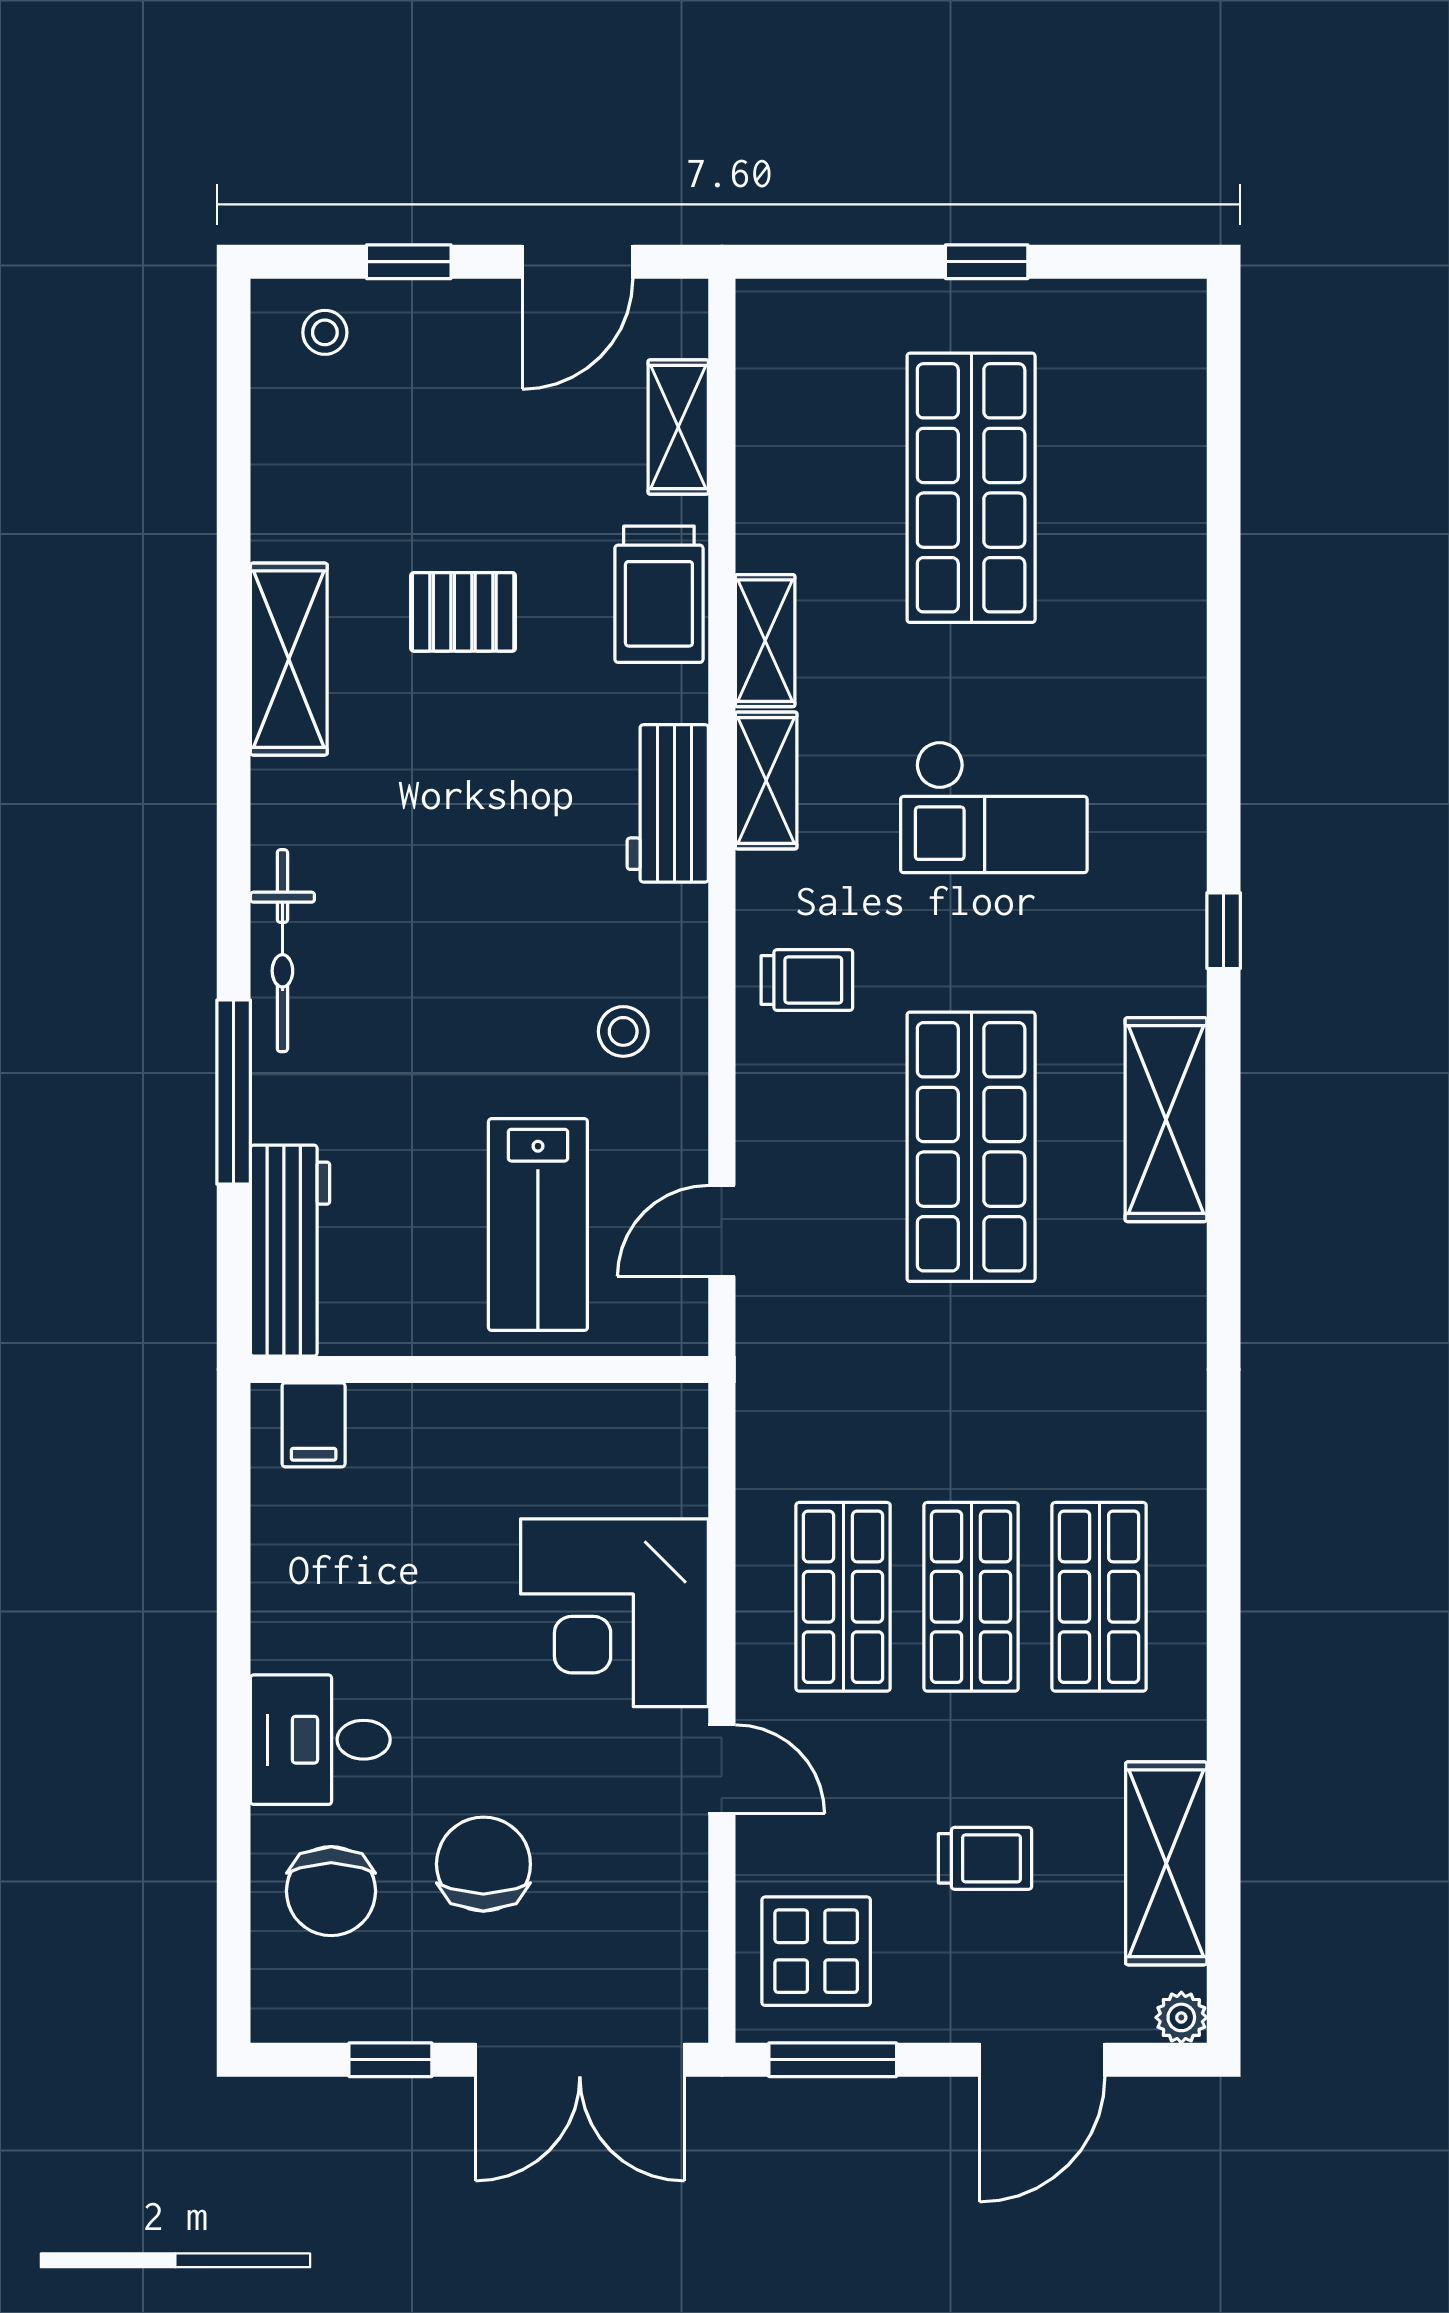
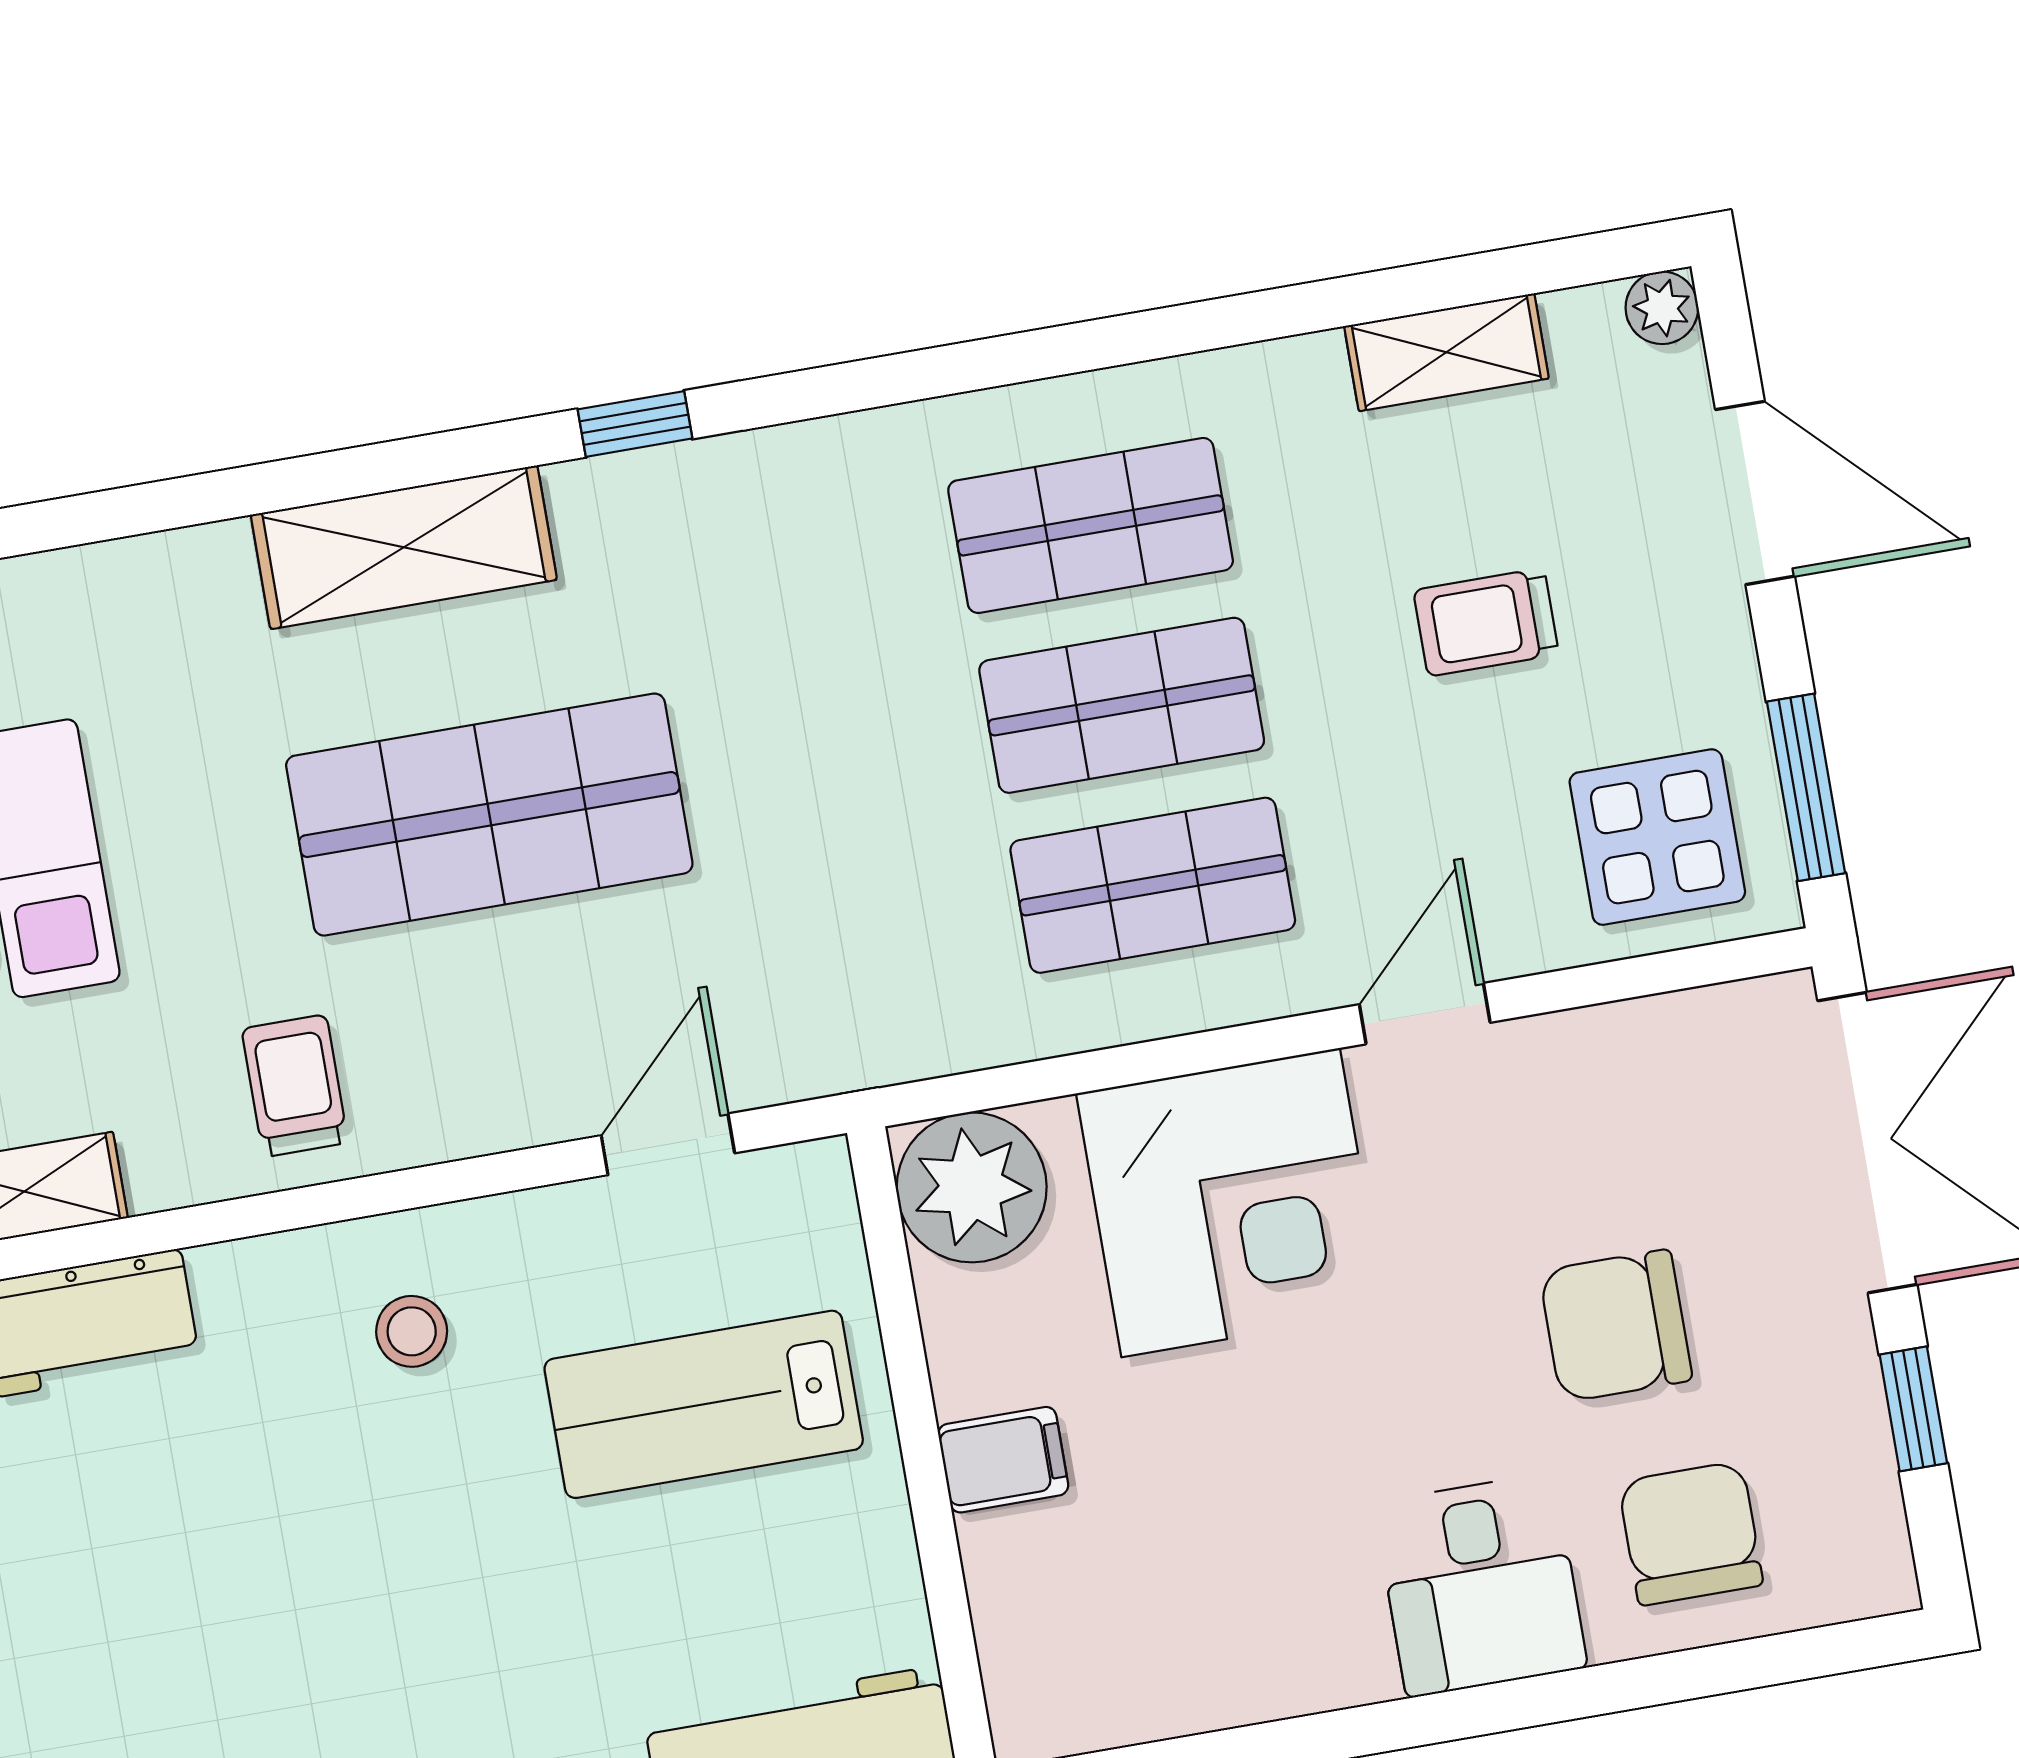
window: (1224, 931) -> (635, 424), moved
lab bench: (538, 1225) -> (704, 1404), turned 180
door: (722, 1231) -> (668, 1144), swing flipped
filing cabinet: (314, 1425) -> (1003, 1460), moved
plant: (656, 1436) -> (972, 1187), added
trolley: (985, 1858) -> (1486, 622), turned -90
shelving: (1166, 1863) -> (1446, 352), width x0.67, depth x0.75
chair: (331, 1891) -> (1691, 1533), turned -90

